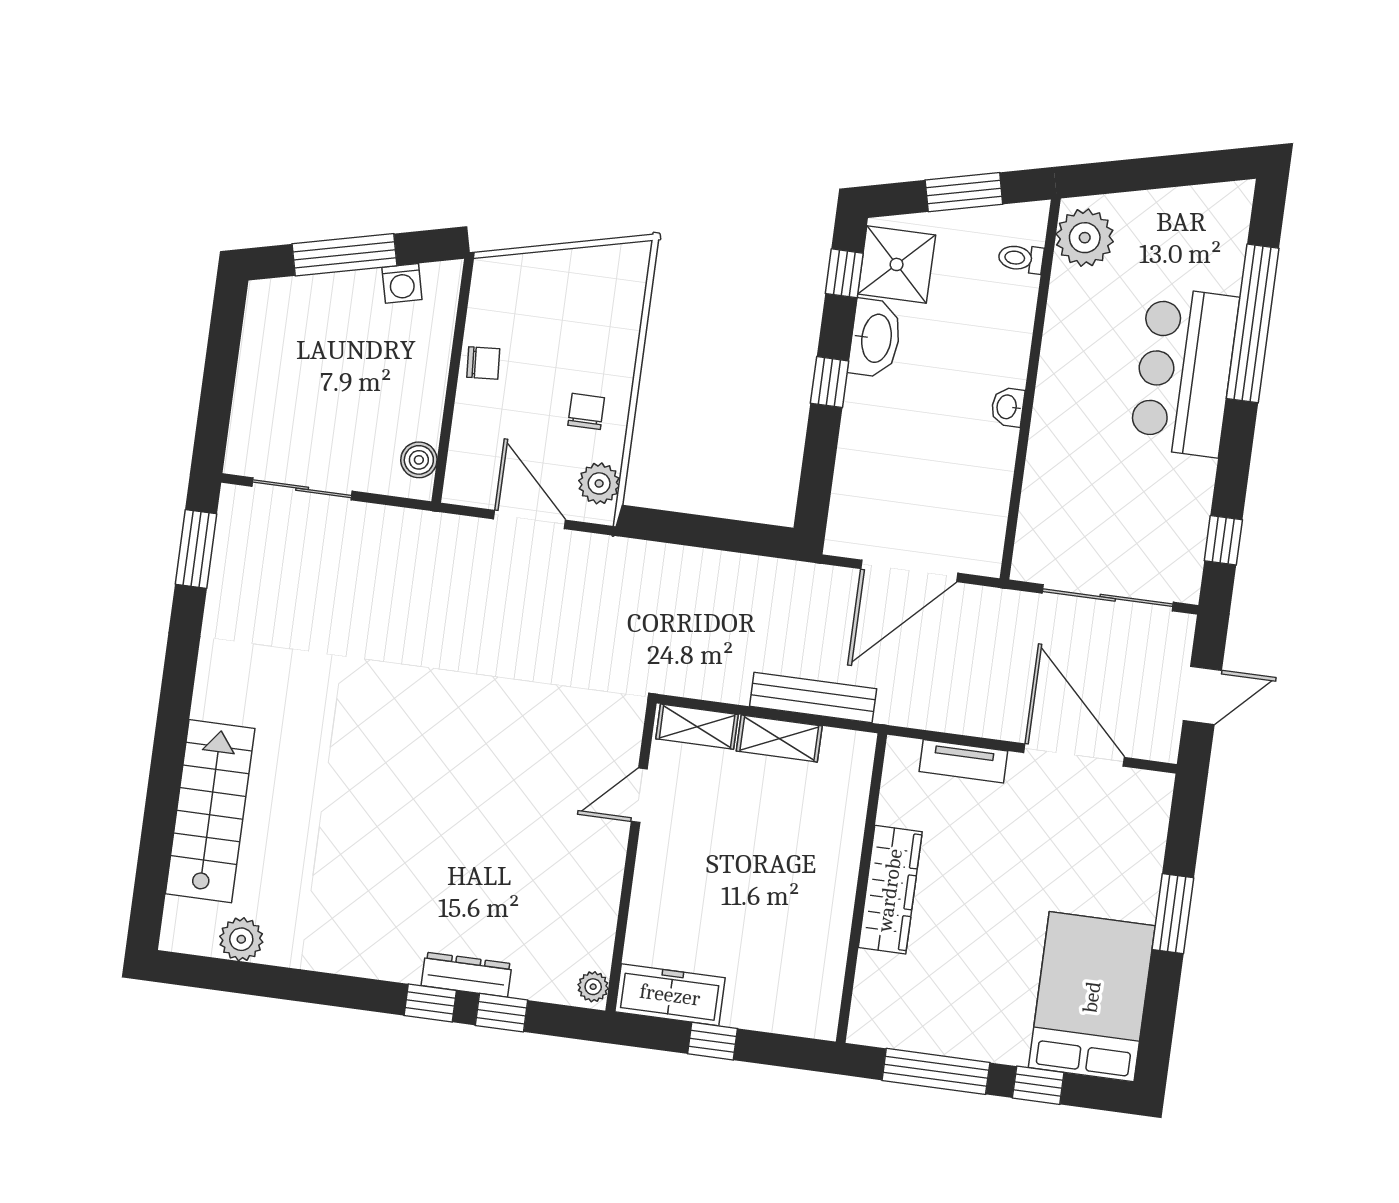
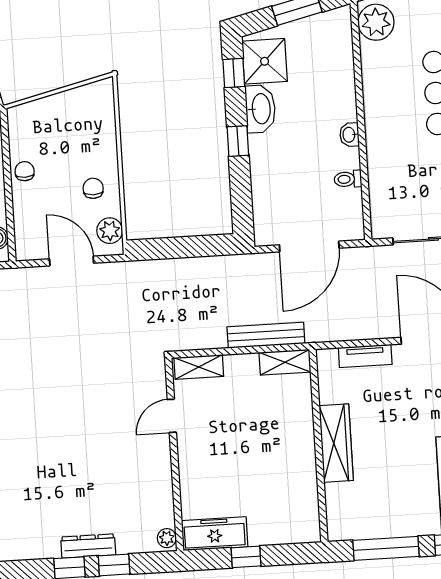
toilet: (1021, 258) -> (348, 179), moved
chair: (483, 363) -> (25, 171), turned -86
shelving: (779, 739) -> (285, 362), moved

